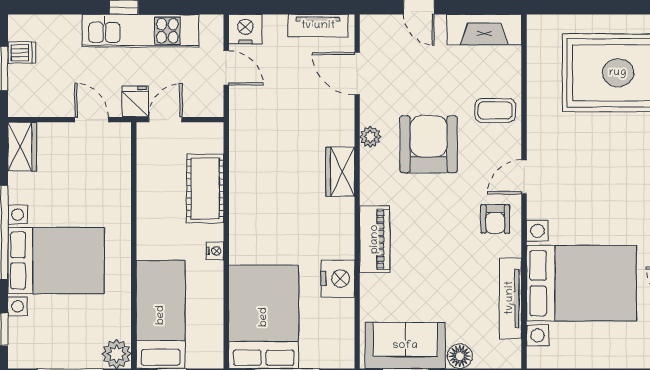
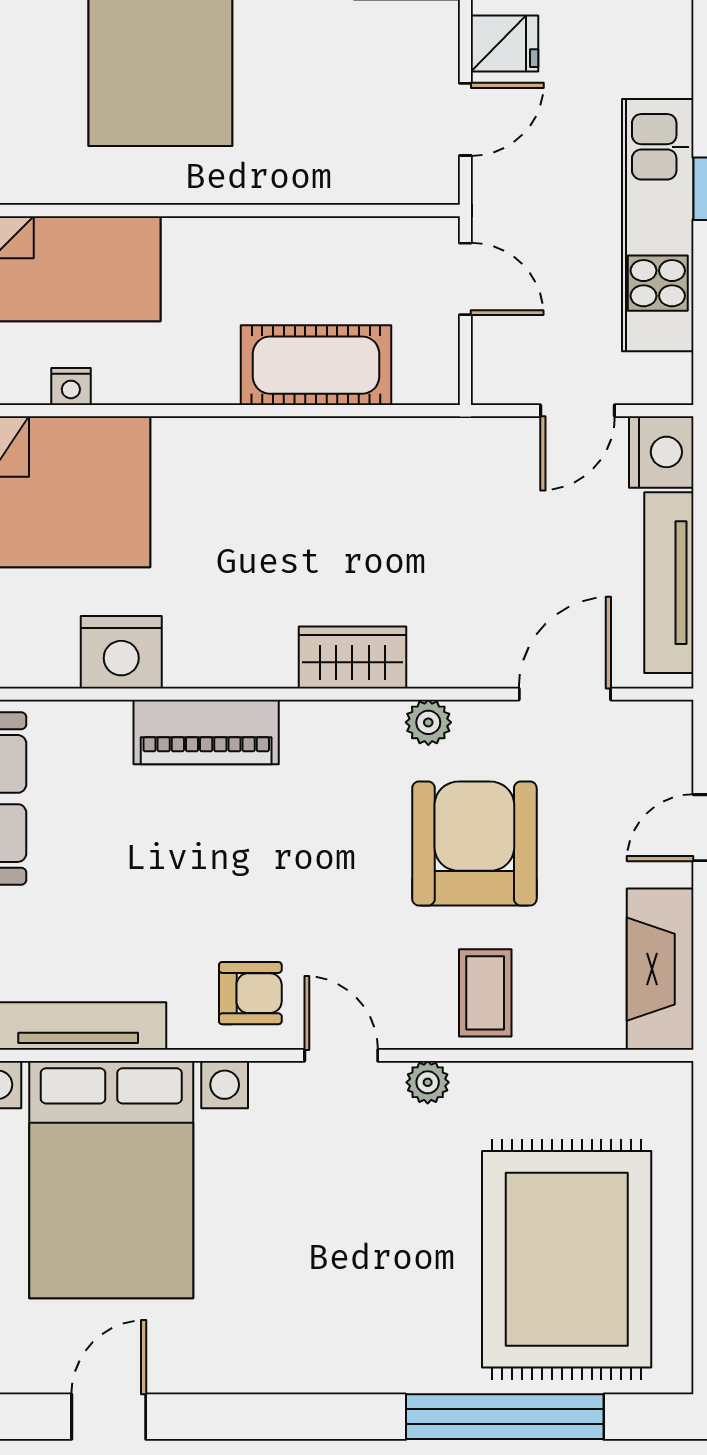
tv unit: (318, 26) -> (669, 583), width x1.41
fridge: (135, 101) -> (505, 43), moved
plant: (536, 137) -> (428, 1082), added
armchair: (429, 144) -> (474, 844), moved, turned -90
armchair: (495, 219) -> (250, 993), turned 180
nightstand: (215, 251) -> (71, 386), moved

